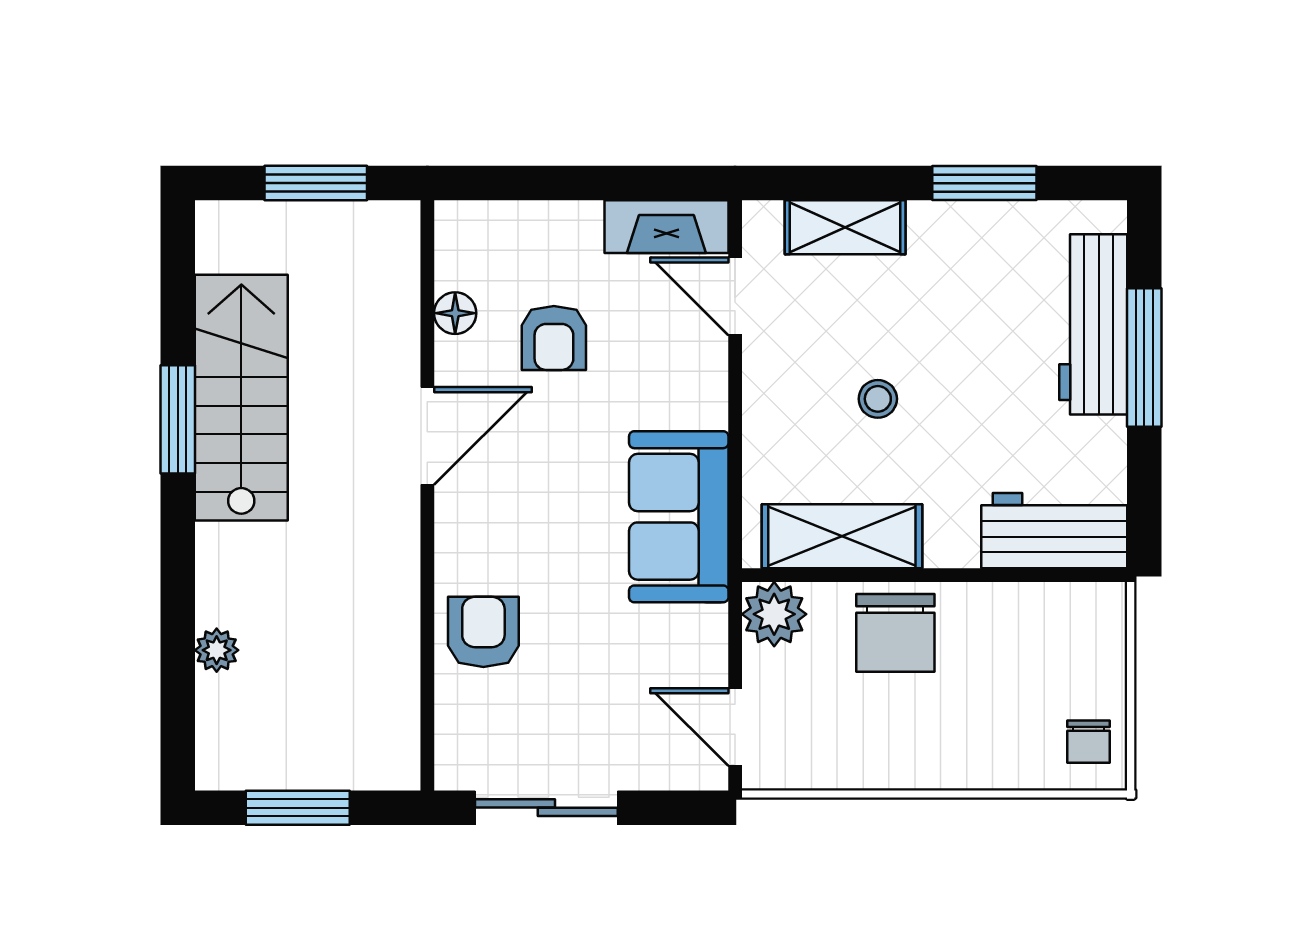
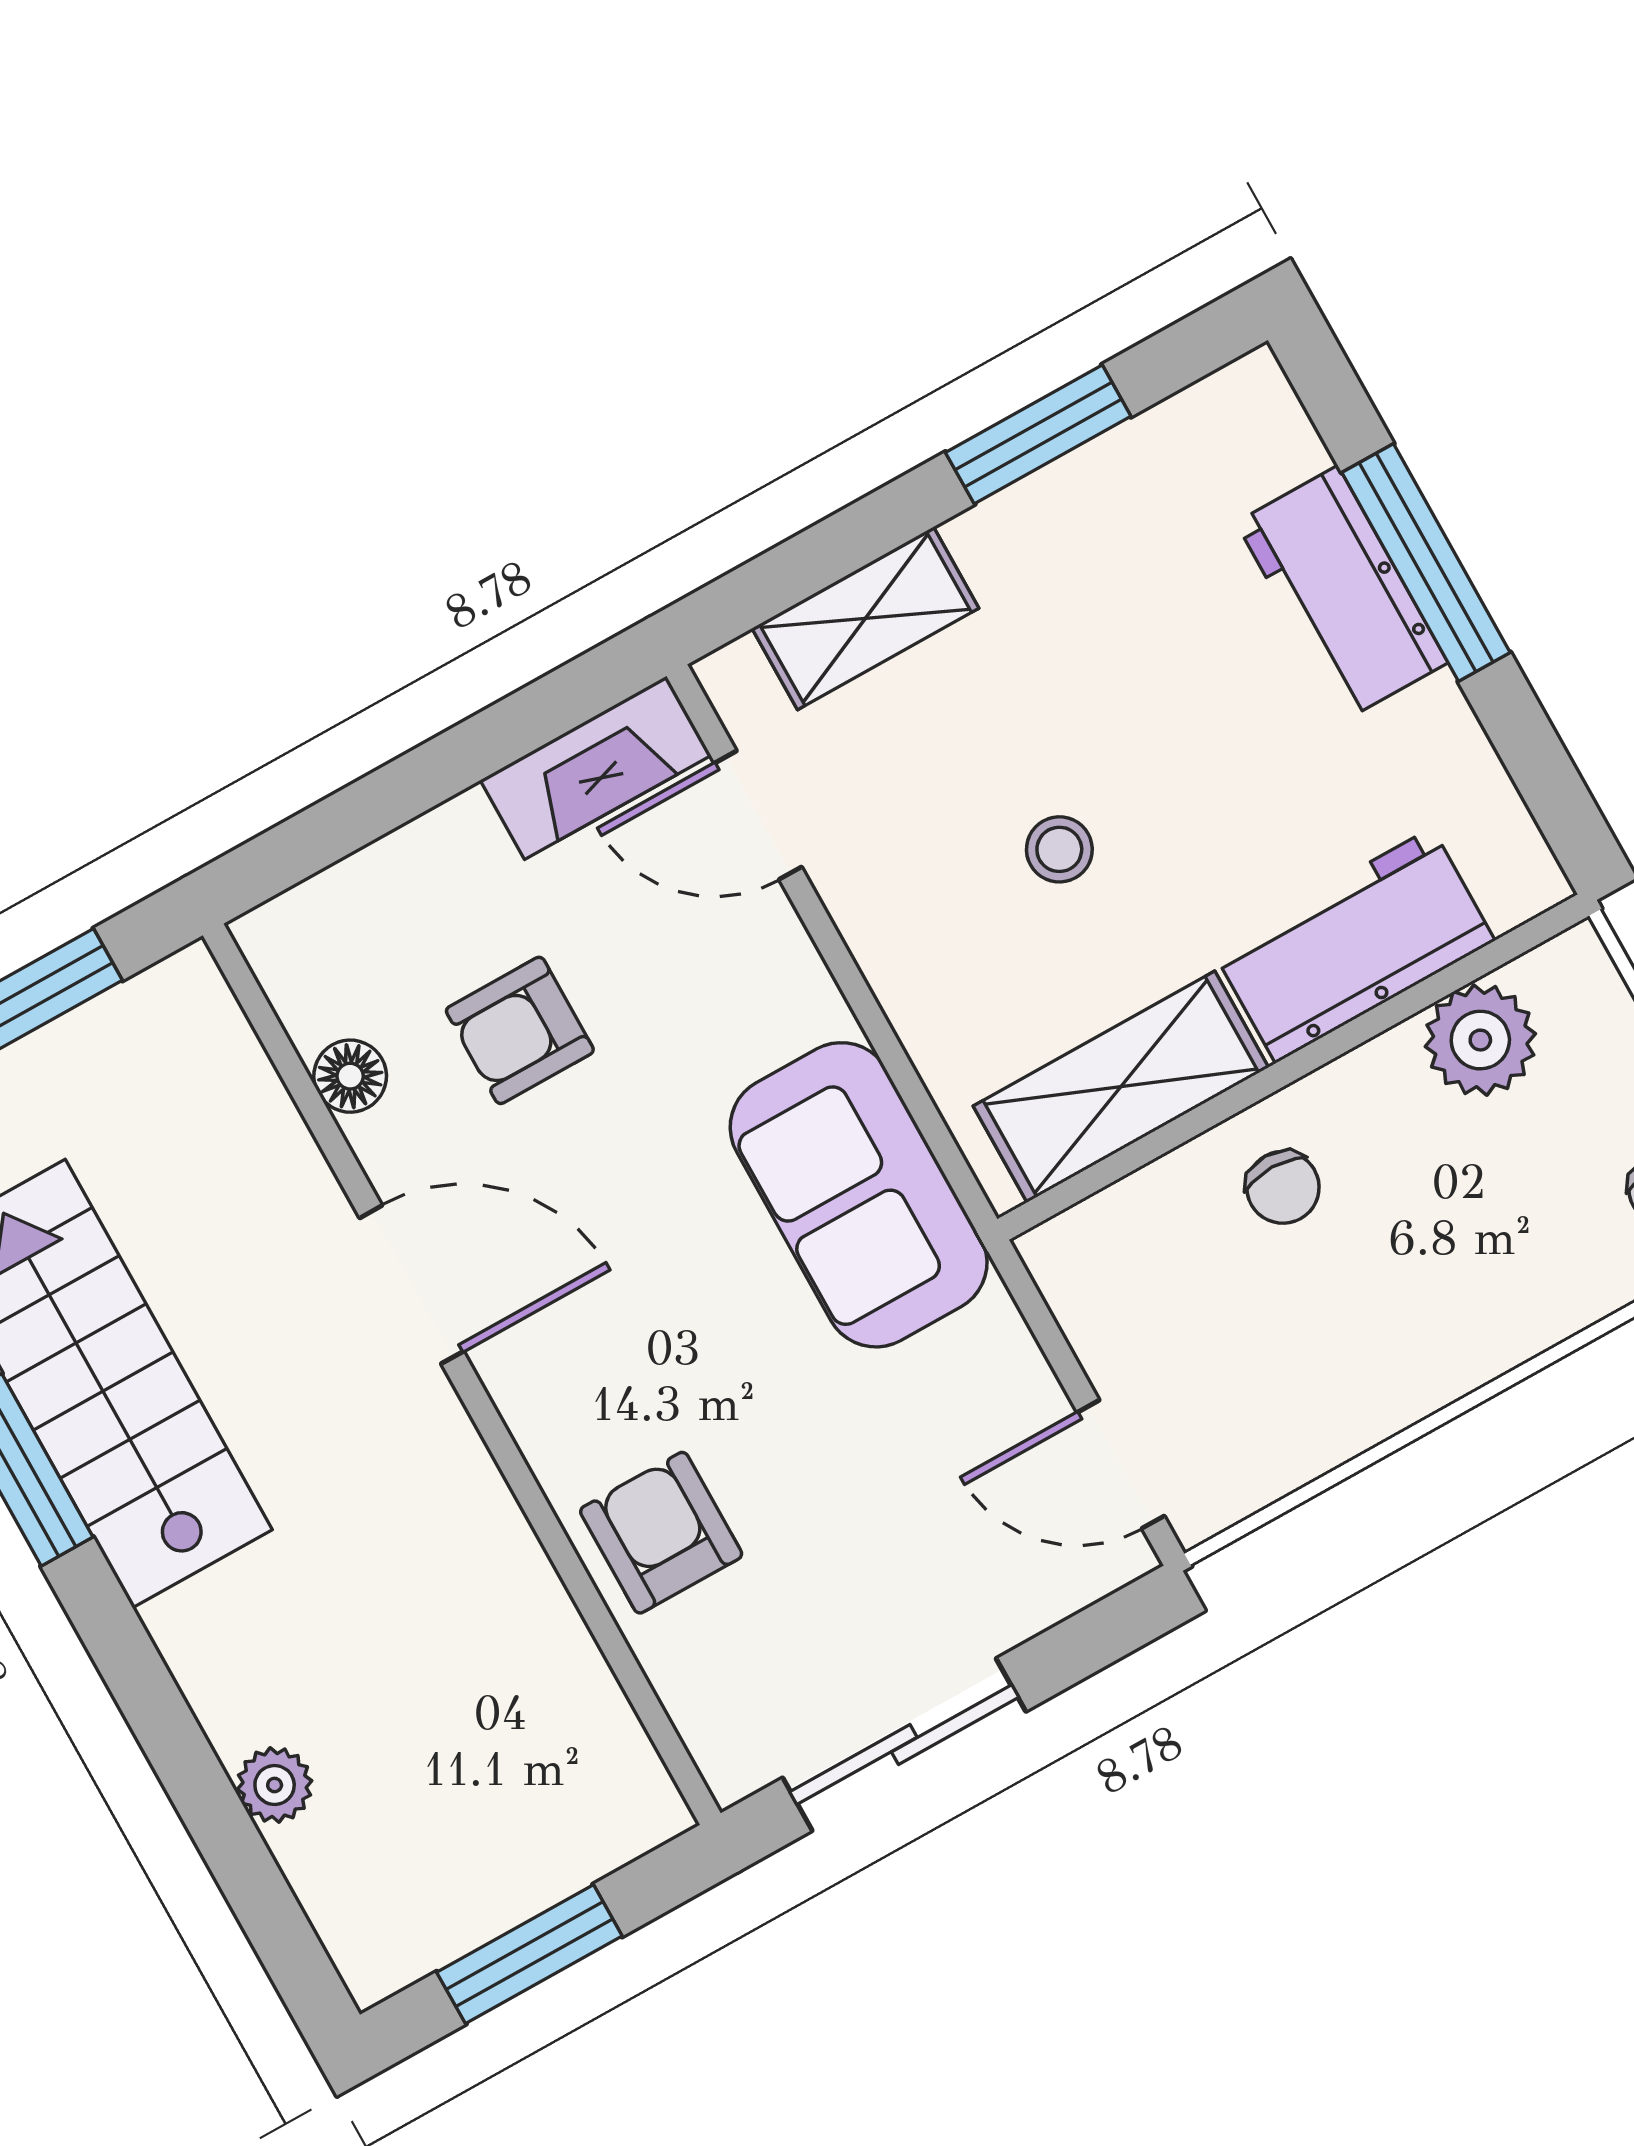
workbench: (1093, 324) -> (1342, 593), width x0.73
armchair: (554, 338) -> (520, 1030), turned 90
door: (427, 436) -> (412, 1285), hinge flipped
workbench: (1054, 531) -> (1354, 945), moved
plant: (774, 614) -> (1480, 1040), moved
chair: (895, 633) -> (1283, 1187), width x0.54, depth x0.54

